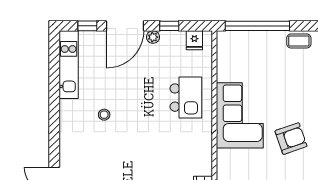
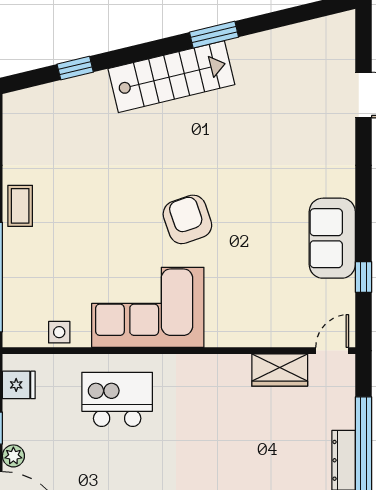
side table: (225, 64) -> (59, 332), added

